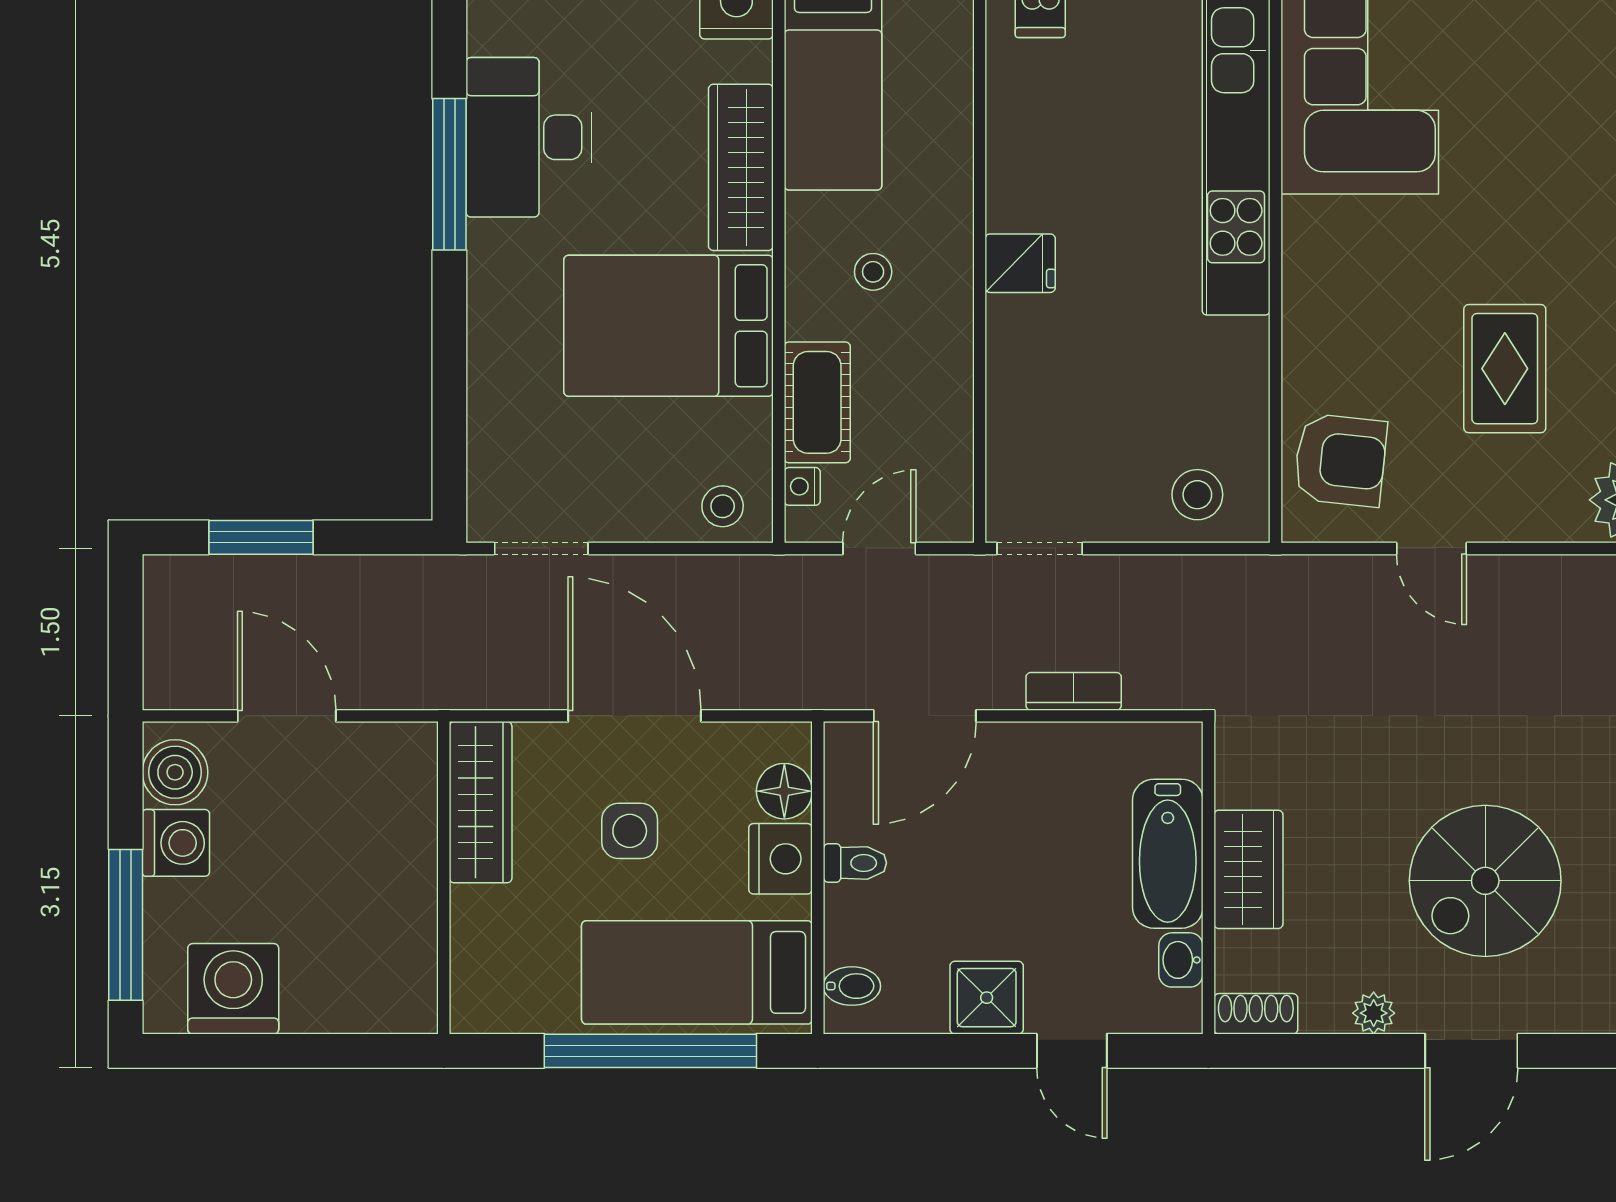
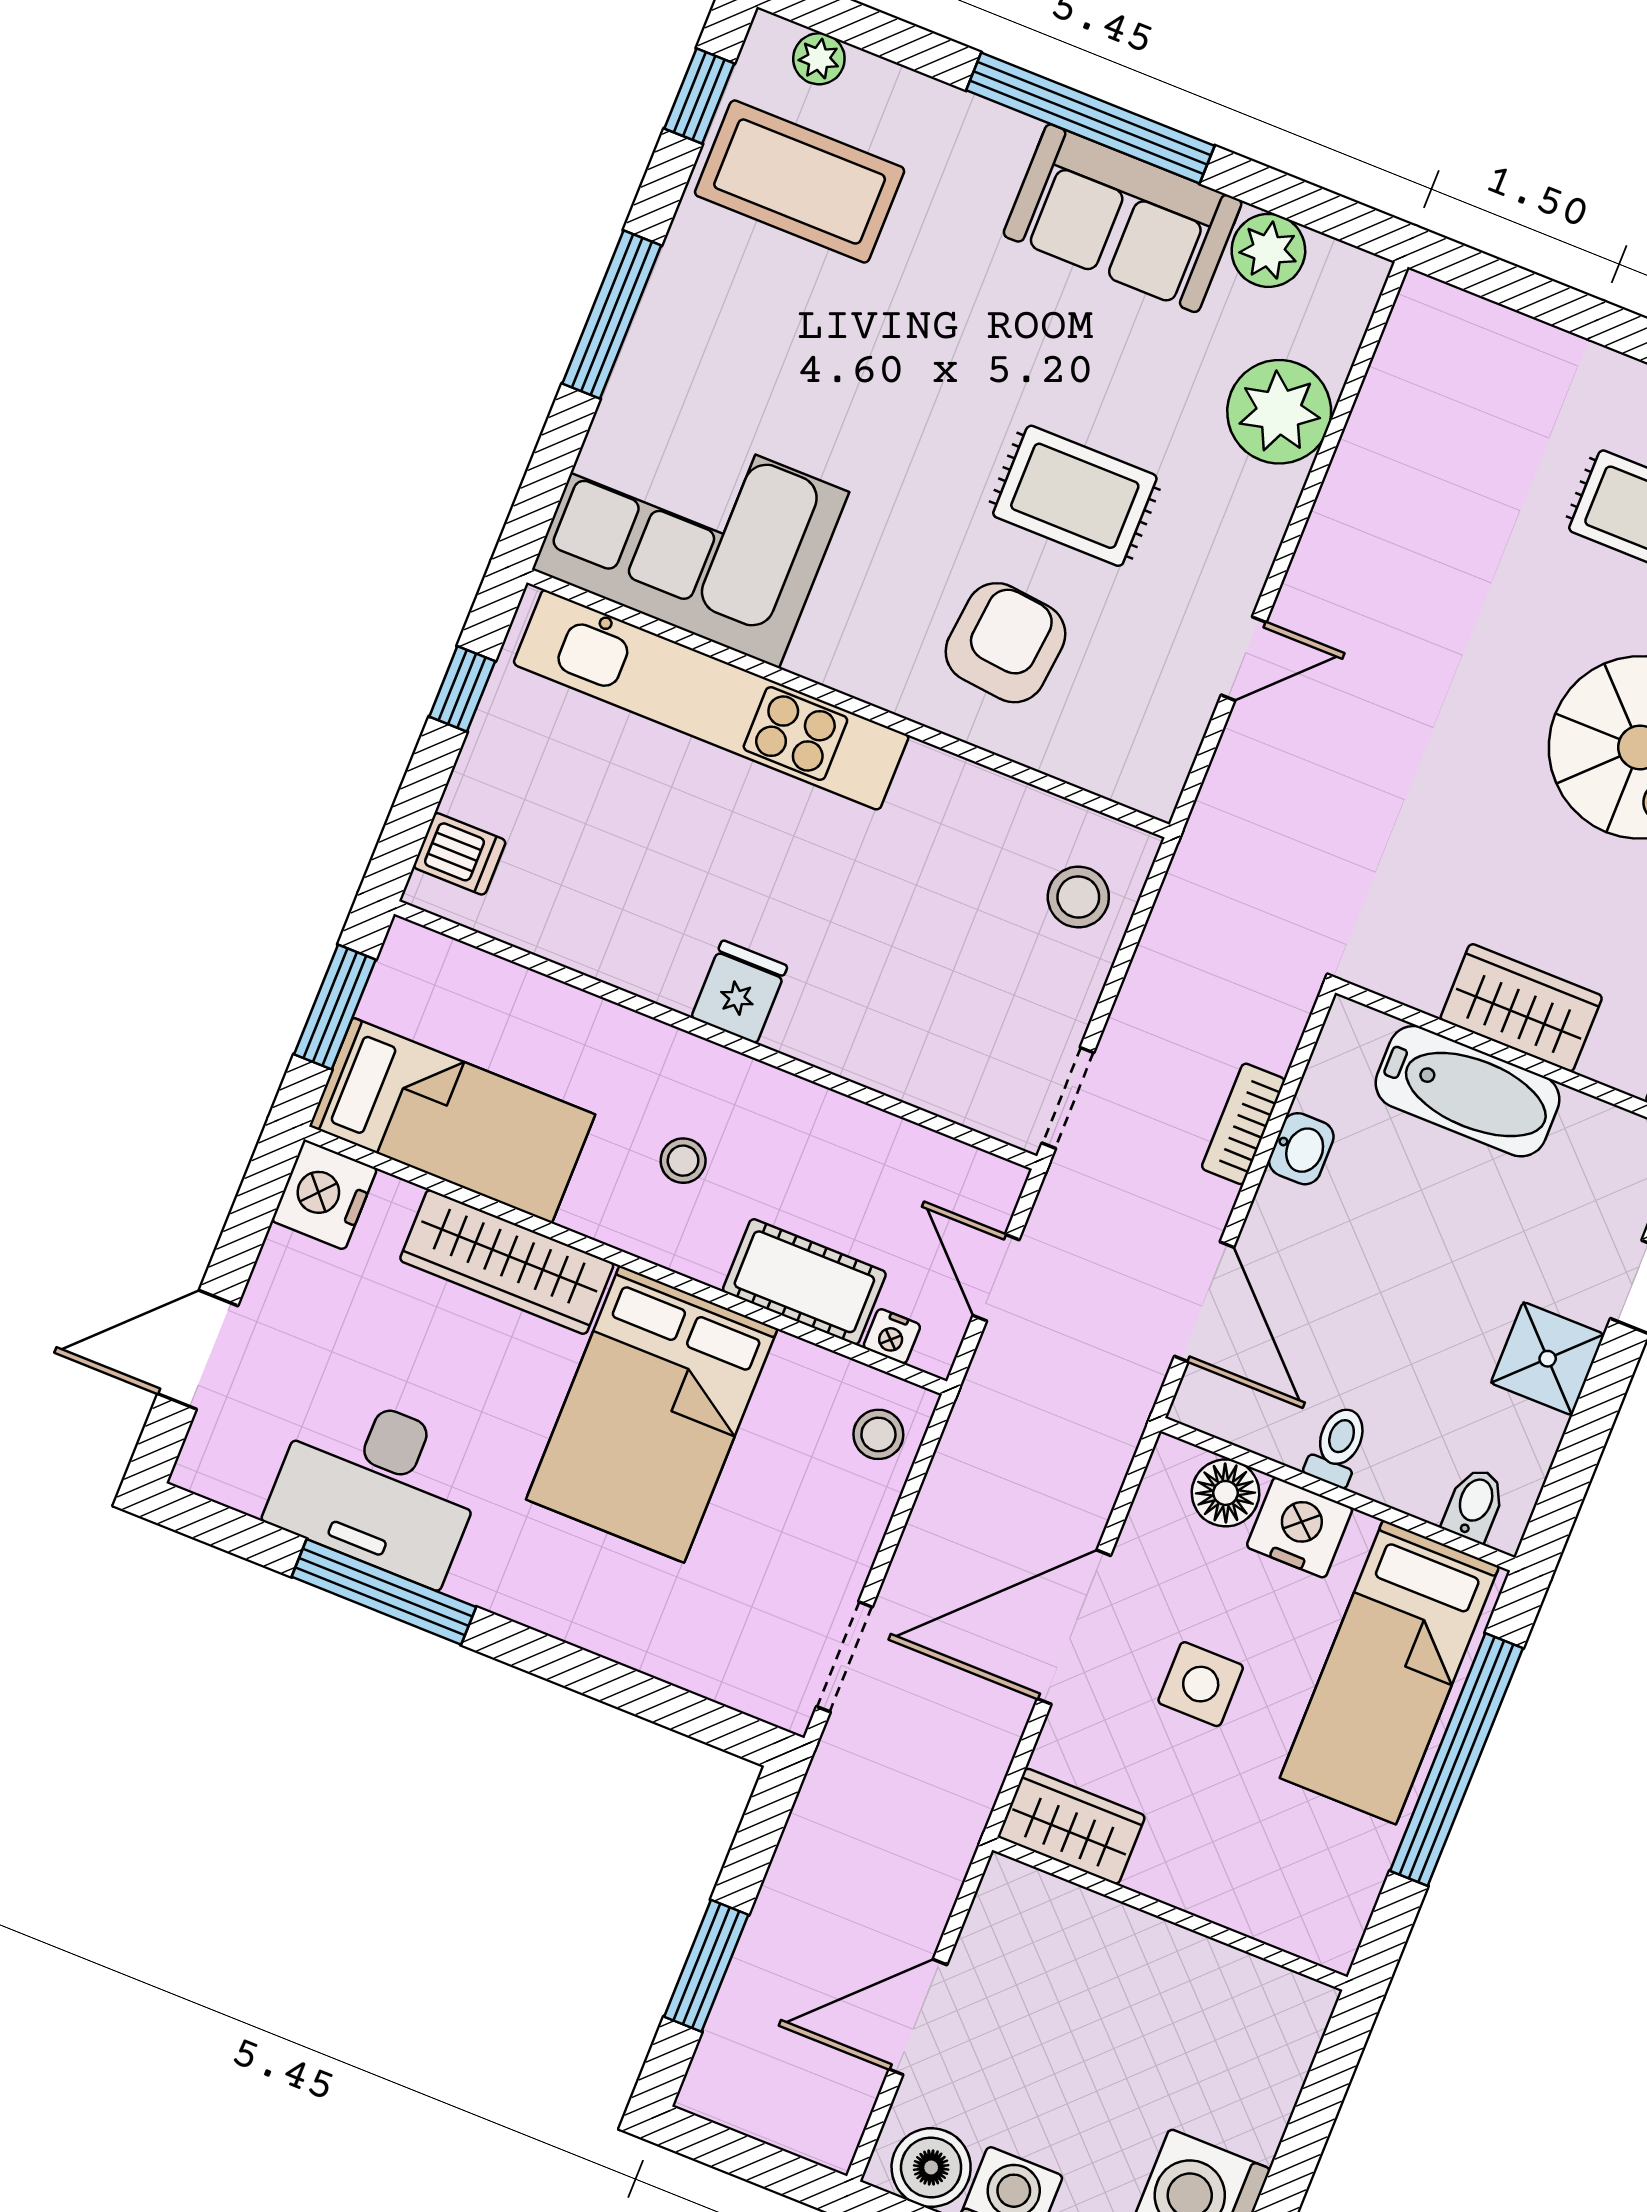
armchair: (1340, 460) -> (1005, 643), moved
wardrobe: (481, 802) -> (1071, 1826), width x0.67
washbasin: (1181, 960) -> (1301, 1149), moved, turned -90

